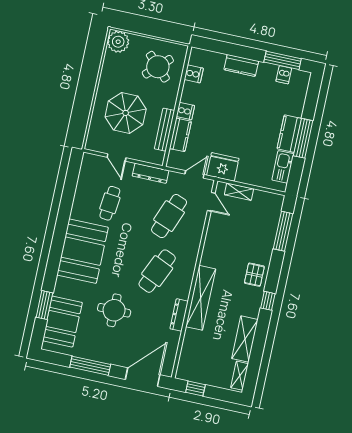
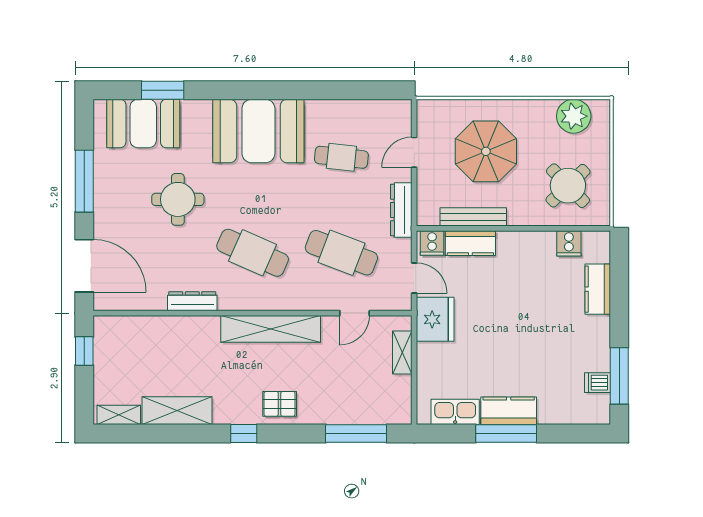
plant: (118, 42) -> (574, 116), moved
kitchen counter: (241, 65) -> (598, 289), moved
cooker: (185, 111) -> (432, 243), moved
door: (211, 202) -> (355, 313), moved
shelving: (201, 298) -> (271, 329), moved

